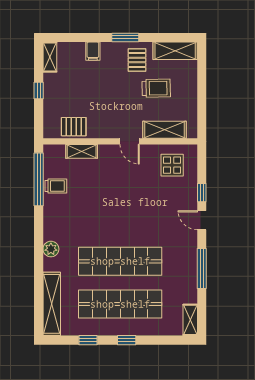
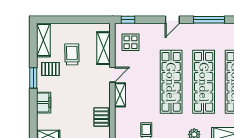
filing cabinet: (93, 51) -> (44, 103), width x2.00
shelving: (82, 151) -> (120, 95), moved
window: (202, 193) -> (128, 20), moved
shop shelf: (120, 219) -> (171, 82), added

